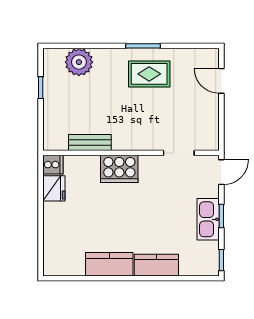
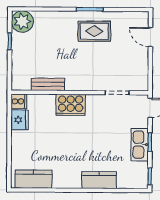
plant: (79, 62) -> (22, 22), moved
kitchen counter: (109, 264) -> (33, 179), moved

